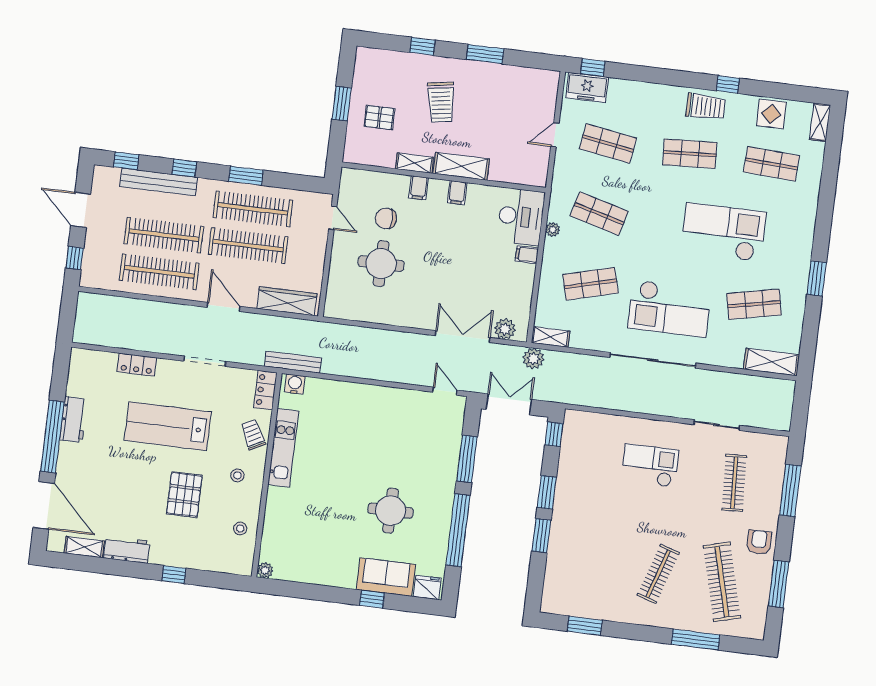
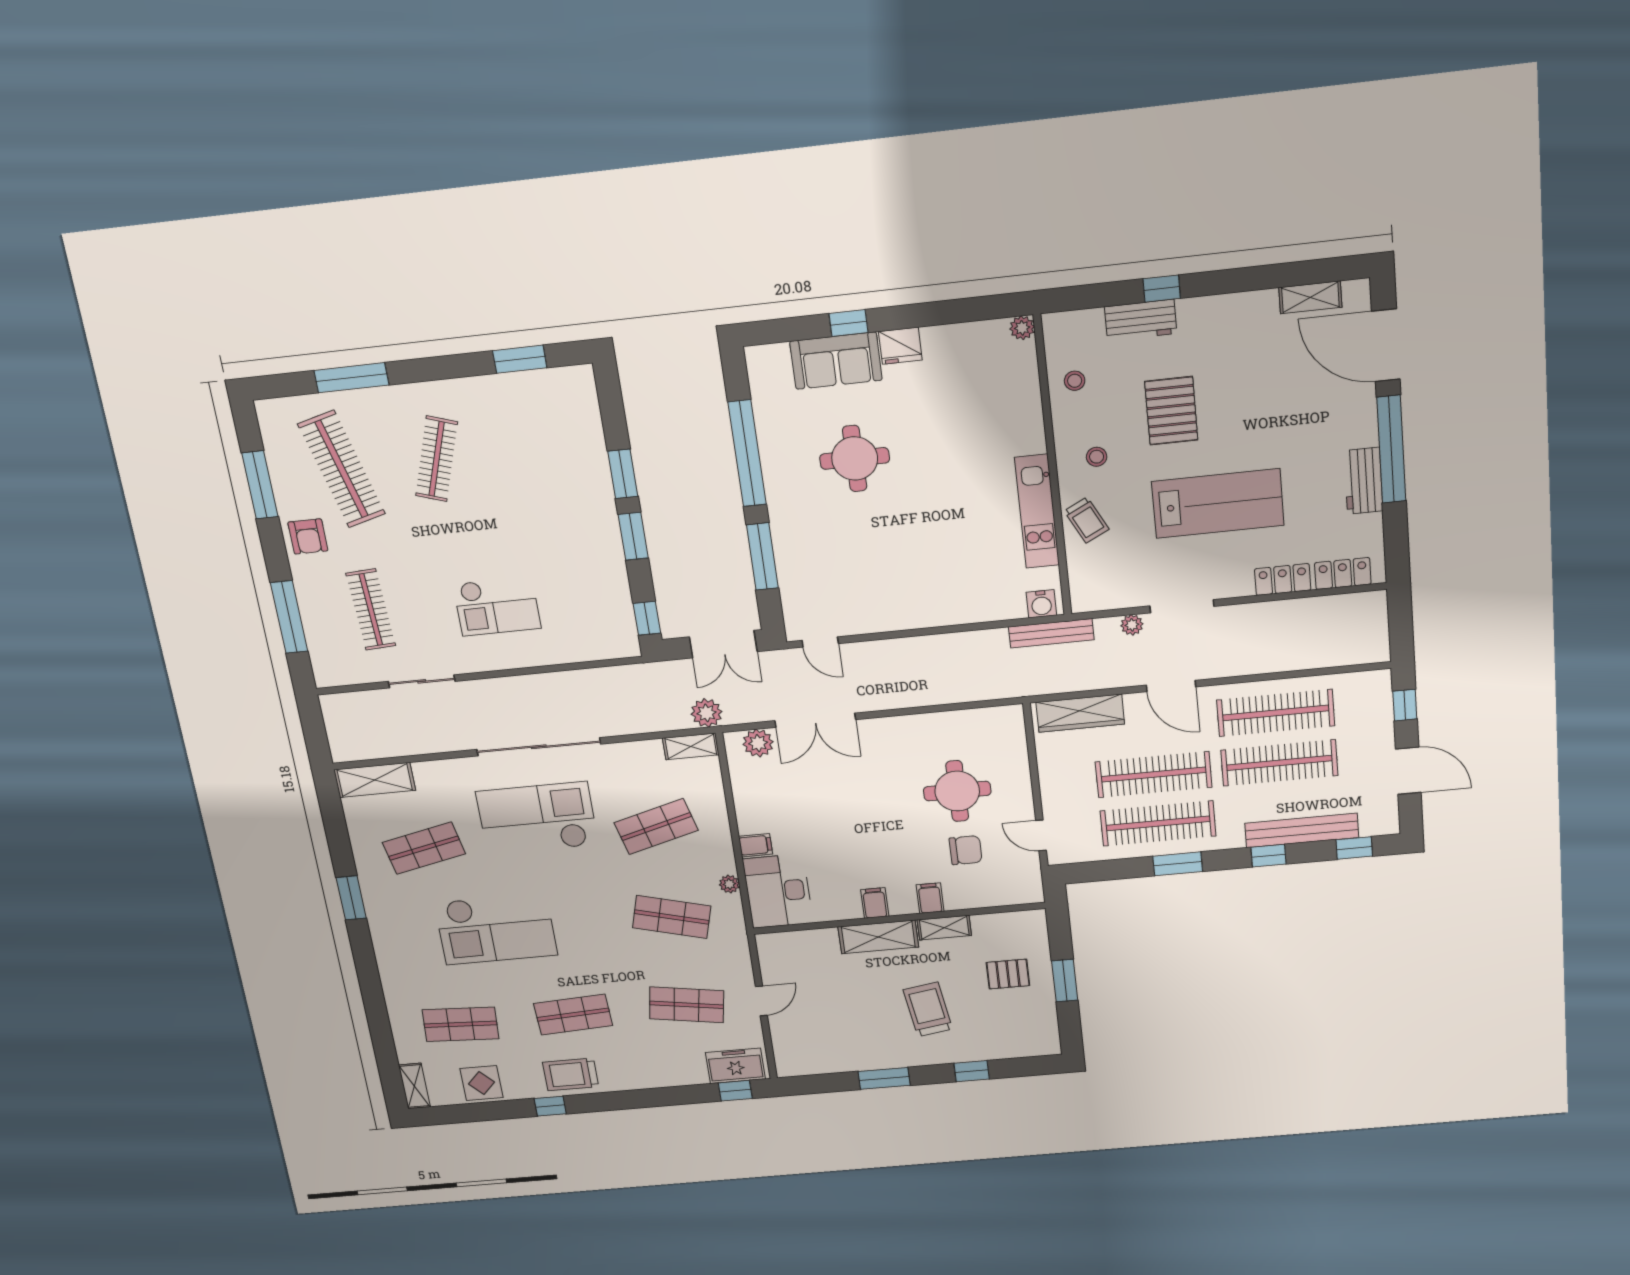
plant: (240, 356) -> (1132, 625), added
locker: (265, 390) -> (1343, 573), moved, turned -90
workbench: (127, 550) -> (1141, 320), moved
fridge: (427, 587) -> (900, 346), moved

